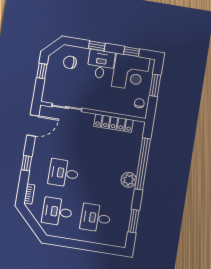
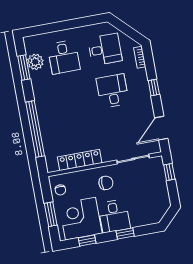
chair: (70, 62) -> (106, 183), moved
window: (42, 71) -> (169, 172), moved
desk: (64, 173) -> (113, 91), turned -90
plant: (129, 180) -> (35, 62), moved
desk: (96, 218) -> (64, 57), turned 90

